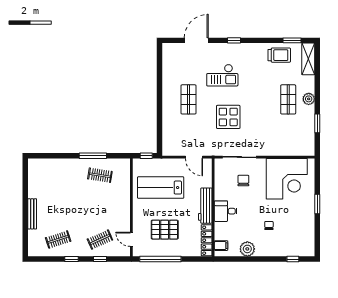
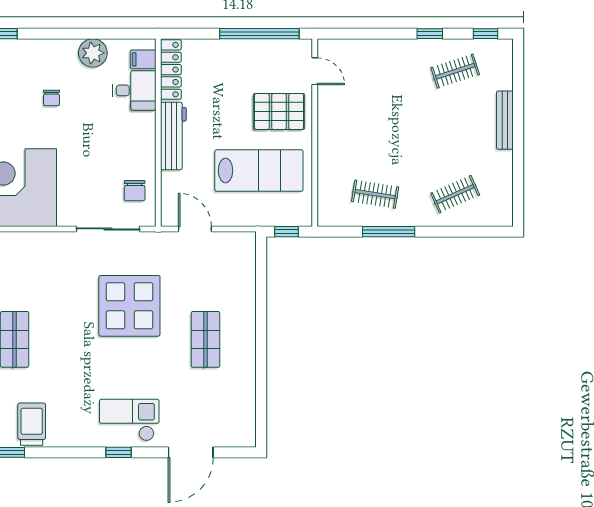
trolley: (279, 55) -> (32, 424), turned 90
checkout: (222, 75) -> (129, 420), moved
display table: (228, 117) -> (129, 306), width x1.36, depth x1.36
chair: (243, 181) -> (135, 191), moved
desk: (226, 211) -> (134, 90), moved
pallet: (165, 230) -> (279, 112), moved
clothes rail: (100, 239) -> (455, 194), moved
window: (100, 259) -> (485, 34), moved

